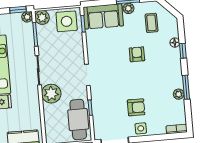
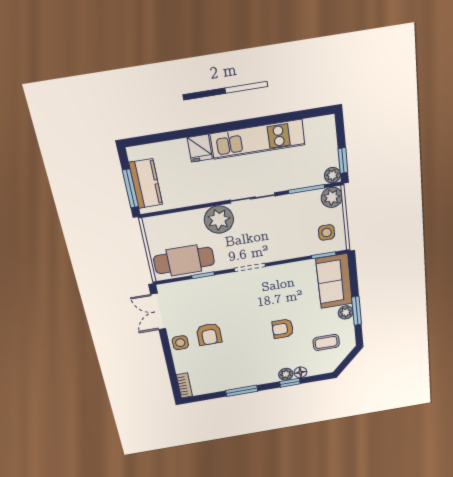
side table: (67, 21) -> (327, 232), width x0.54, depth x0.54
armchair: (137, 54) -> (283, 329), turned 180
plant: (179, 94) -> (286, 374), moved

